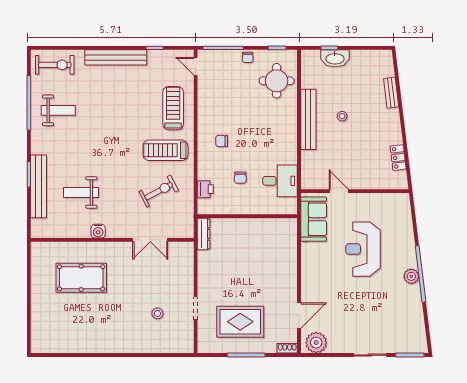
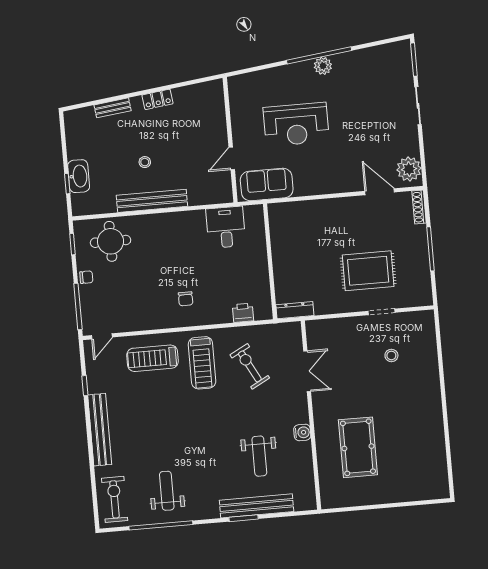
locker: (398, 158) -> (158, 99), moved
chair: (240, 178) -> (226, 274), removed
rug: (240, 322) -> (368, 271), moved, turned 90
shoe rack: (287, 348) -> (419, 207), width x1.43

